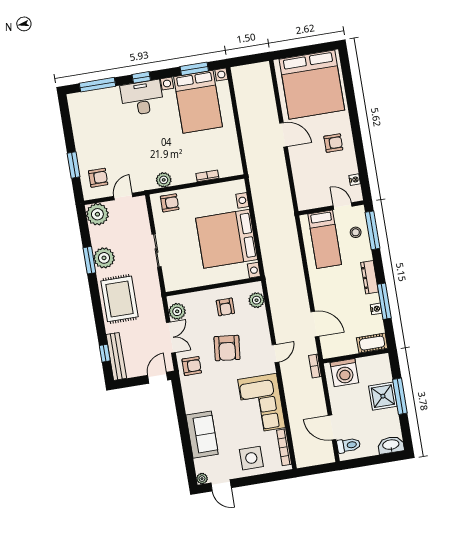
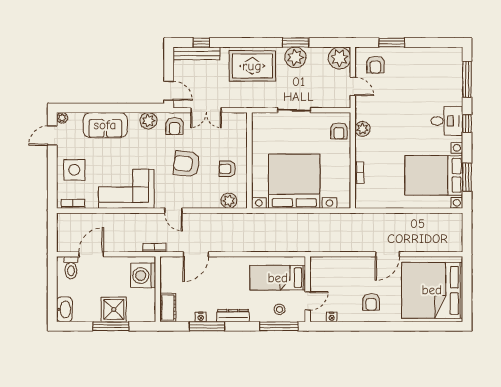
desk: (142, 98) -> (447, 121), width x0.73
plant: (177, 311) -> (148, 121), moved
bookcase: (284, 447) -> (73, 204), width x0.64

